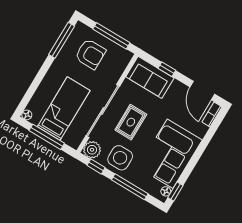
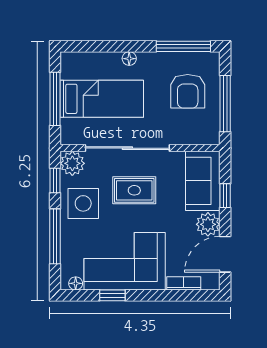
plant: (178, 90) -> (208, 224), added
bookcase: (212, 114) -> (184, 283), moved
floor lamp: (27, 115) -> (129, 59), moved
window: (175, 192) -> (112, 295), moved

